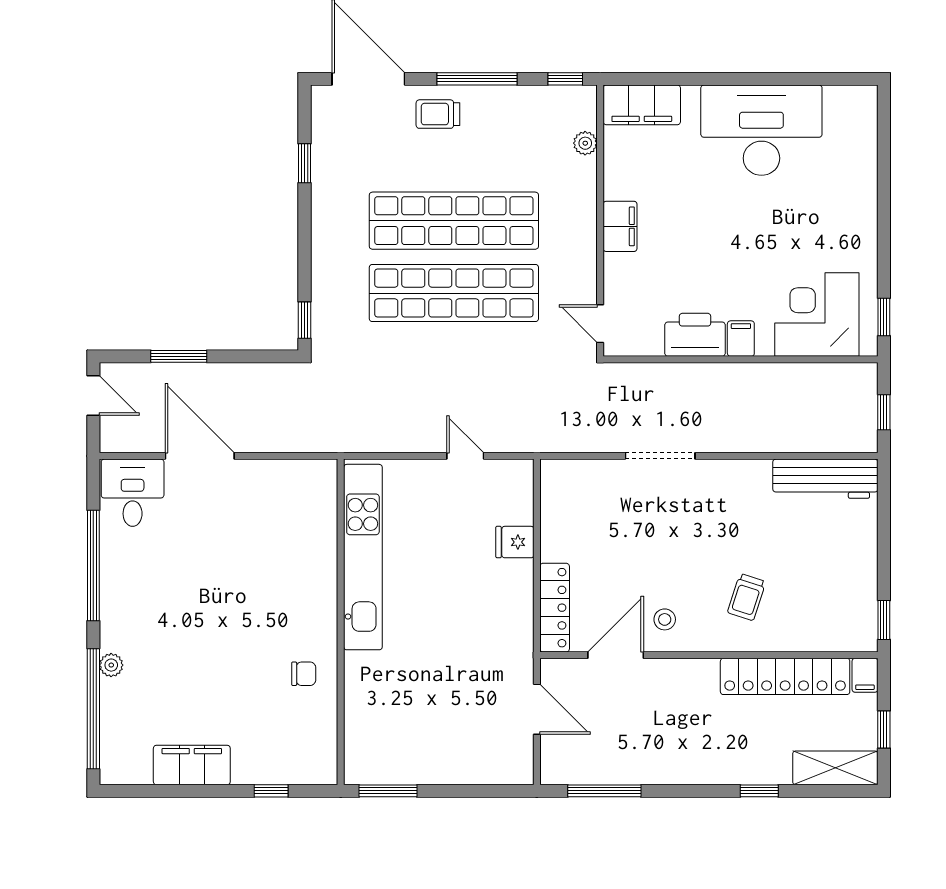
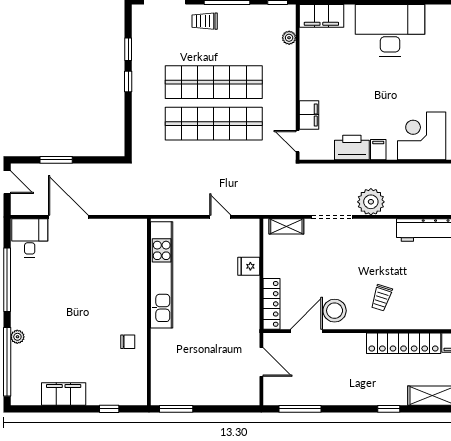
filing cabinet: (620, 226) -> (309, 115), moved
window: (305, 320) -> (128, 81), moved
plant: (728, 429) -> (371, 202), added
shelving: (581, 473) -> (286, 226), added
stool: (665, 619) -> (335, 311), width x1.89, depth x1.89

